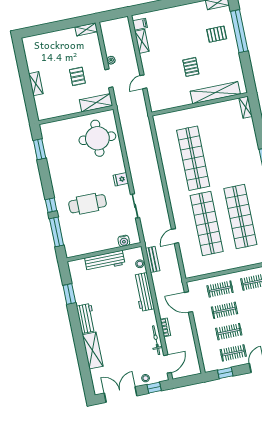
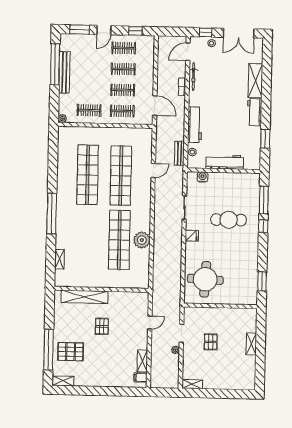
pallet: (217, 34) -> (71, 352), width x1.50, depth x1.42
shelving: (96, 103) -> (199, 313), removed
shelving: (246, 107) -> (59, 259), moved
plant: (171, 163) -> (142, 240), added

